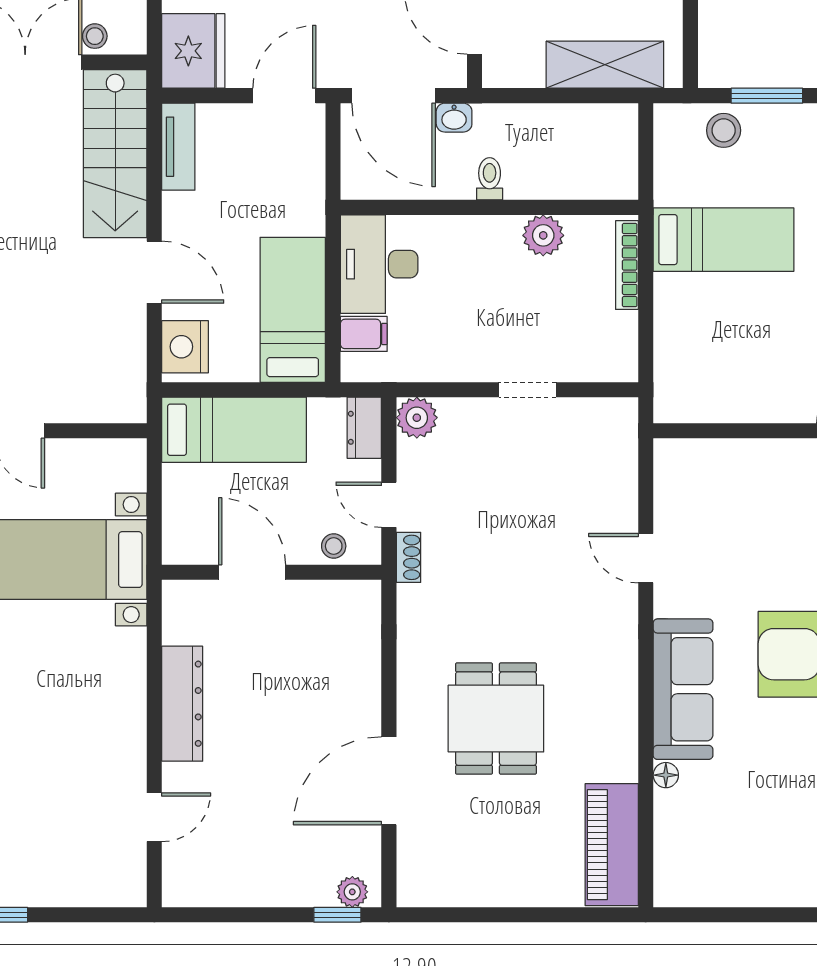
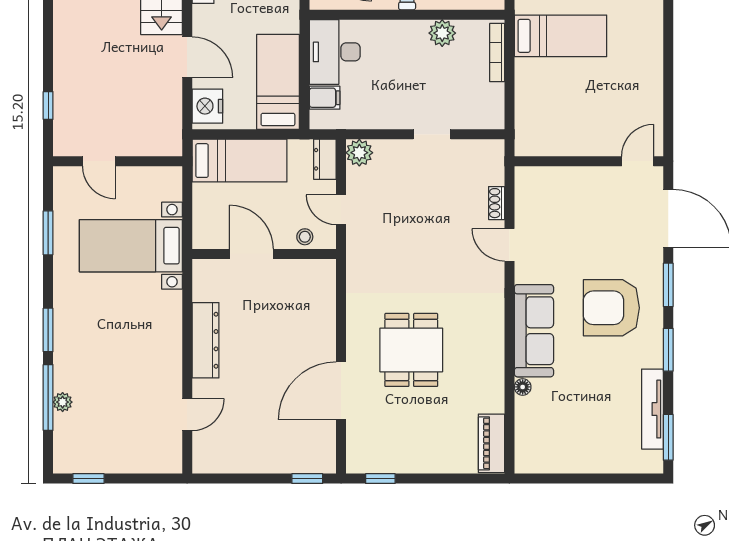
shoe rack: (408, 557) -> (497, 203), moved, turned 180
piano: (612, 845) -> (491, 443), width x0.73, depth x0.75
plant: (352, 892) -> (317, 464), removed
window: (449, 915) -> (380, 479), added

